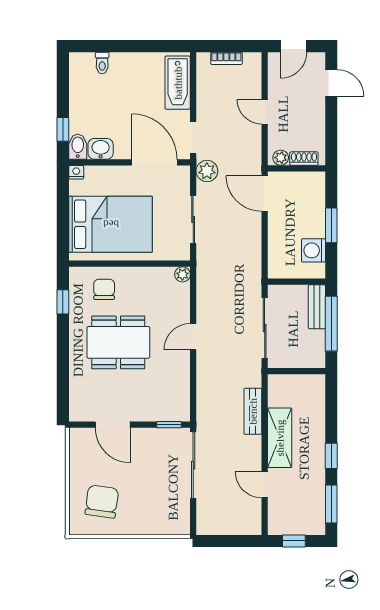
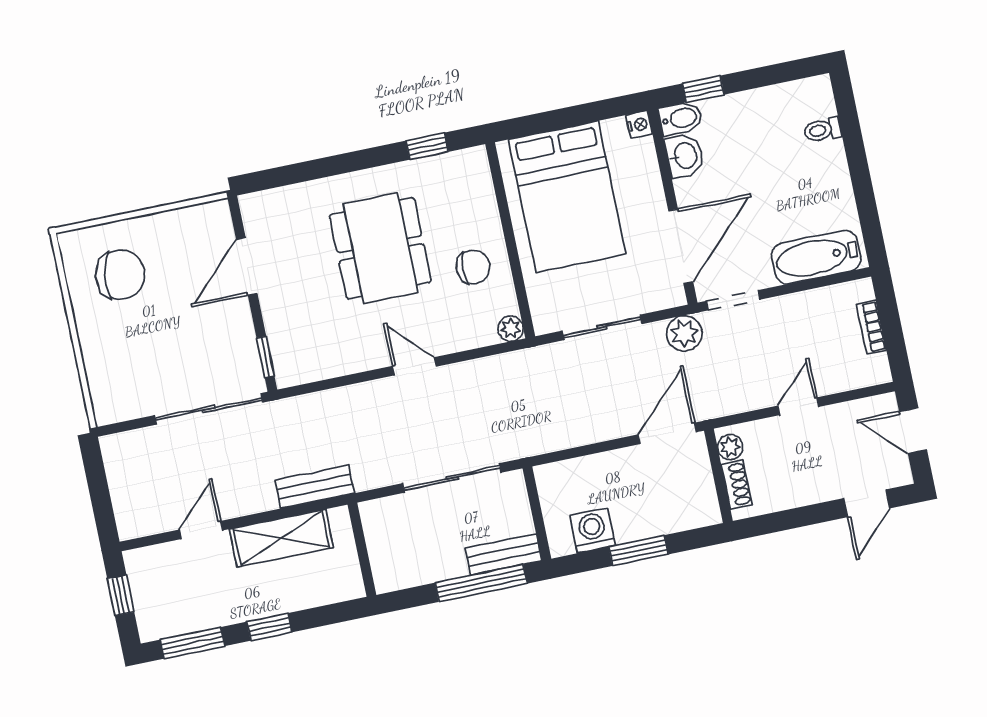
chair: (104, 289) -> (473, 267), moved
wall: (296, 371) -> (362, 550), moved

